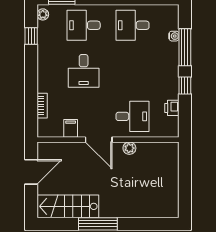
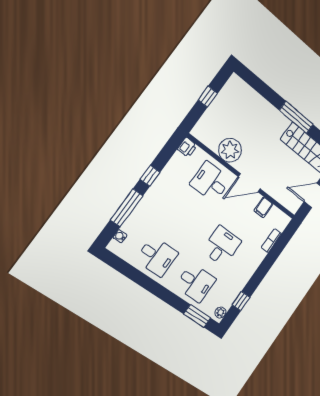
water cooler: (174, 36) -> (120, 236), moved
printer: (172, 108) -> (187, 147), moved
door: (99, 140) -> (249, 183), swing flipped
plant: (129, 148) -> (230, 150), width x1.87, depth x1.87
window: (185, 182) -> (208, 97), added

